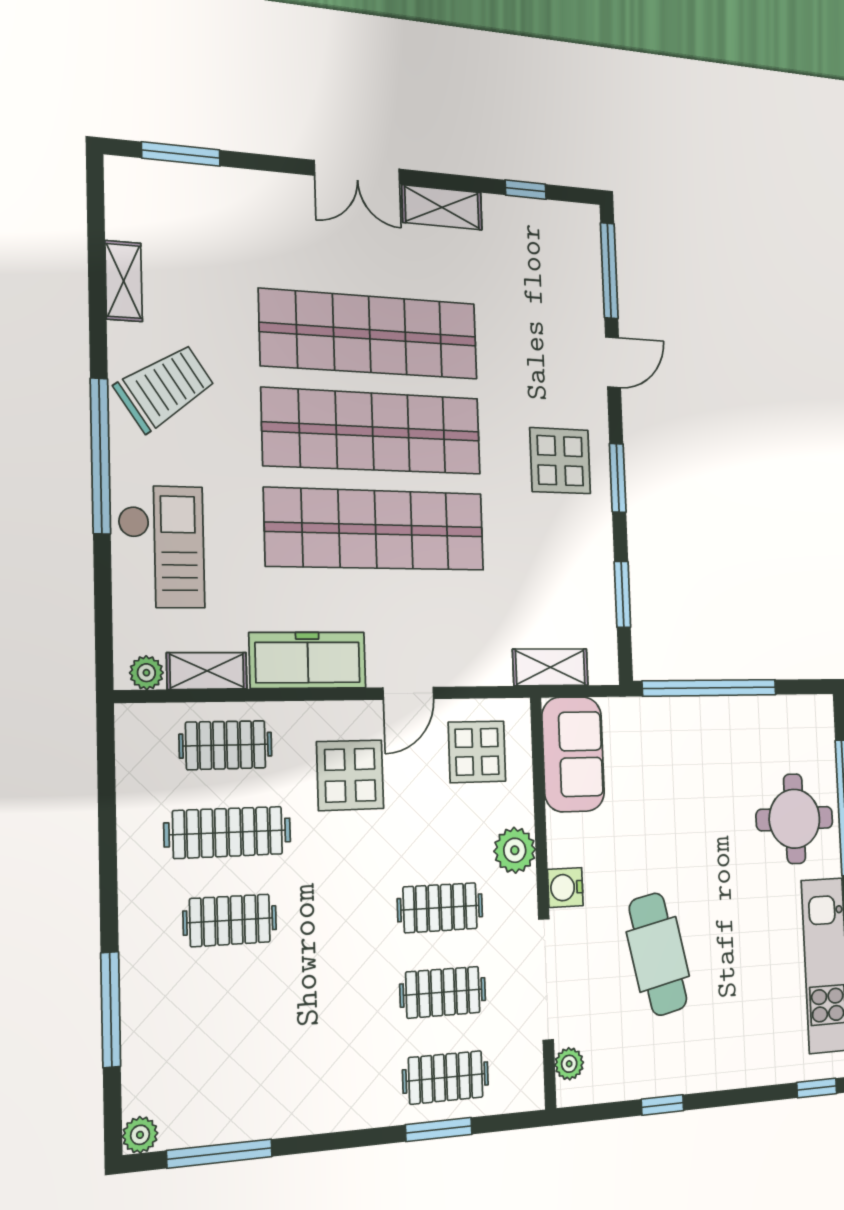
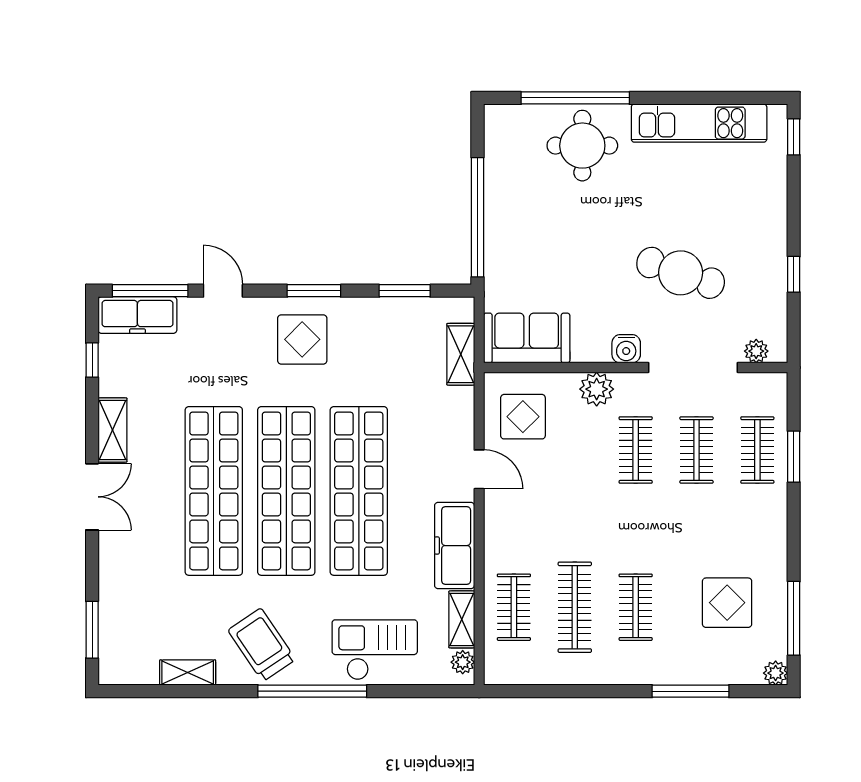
freezer: (581, 252) -> (137, 315), added
display table: (350, 775) -> (727, 603), moved
cafe table: (658, 954) -> (681, 273), turned 31

